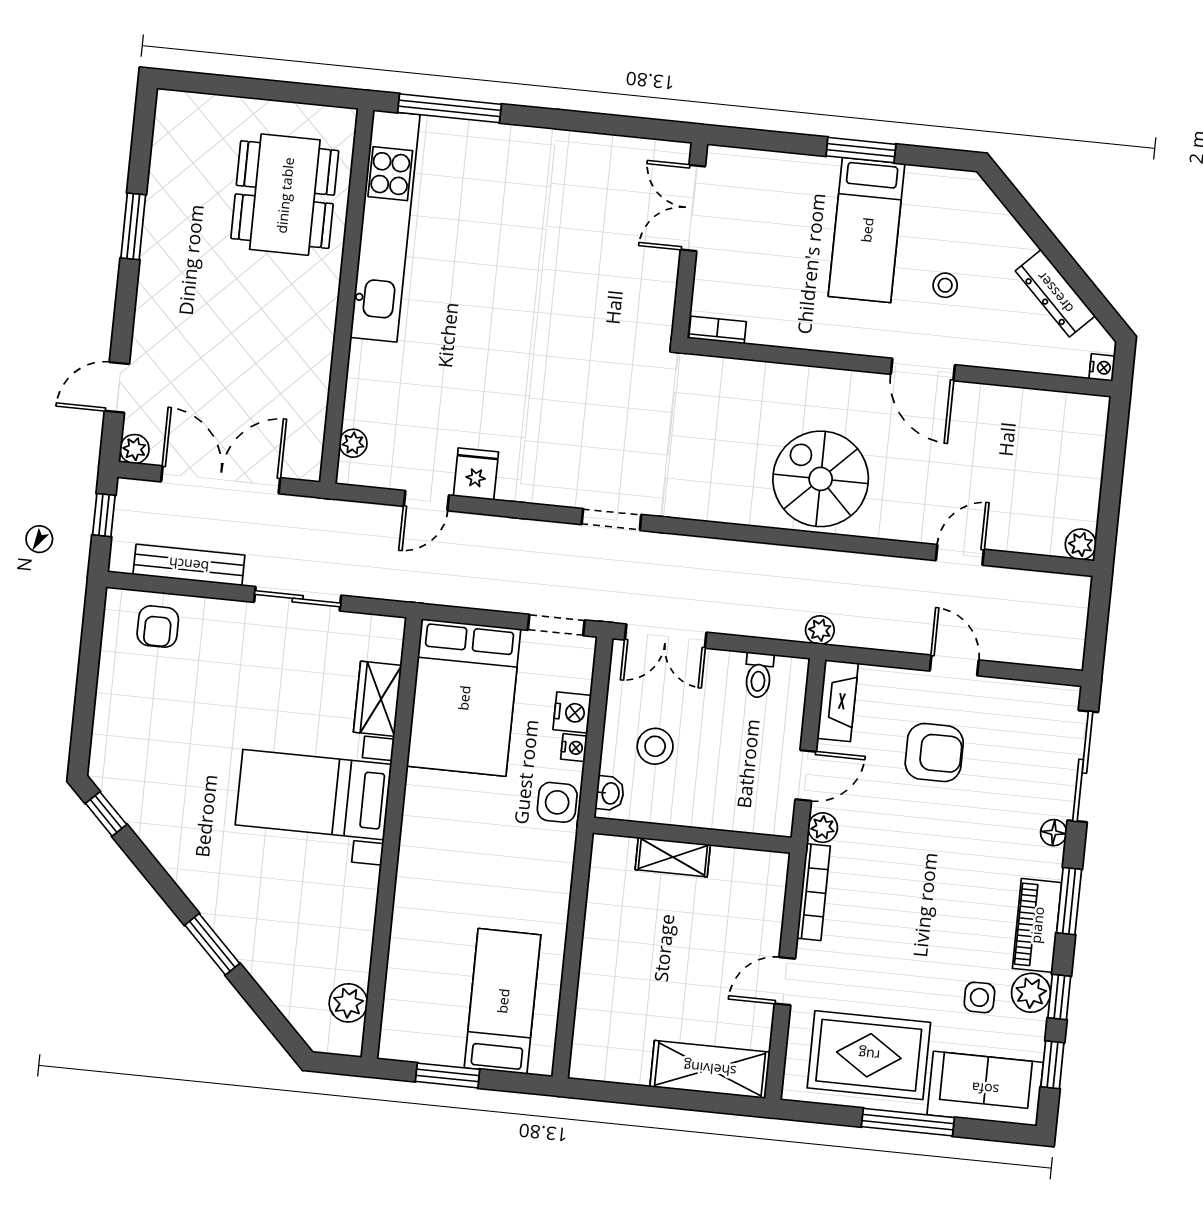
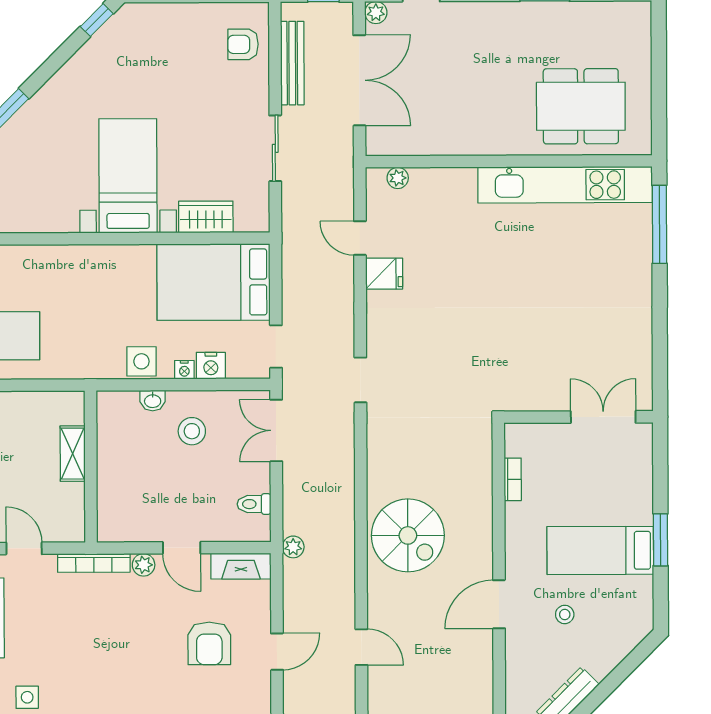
bookcase: (717, 330) -> (513, 479), moved
spiral stairs: (821, 479) -> (408, 535), turned 90
wall: (692, 835) -> (91, 467), moved
shelving: (673, 857) -> (73, 454), moved

